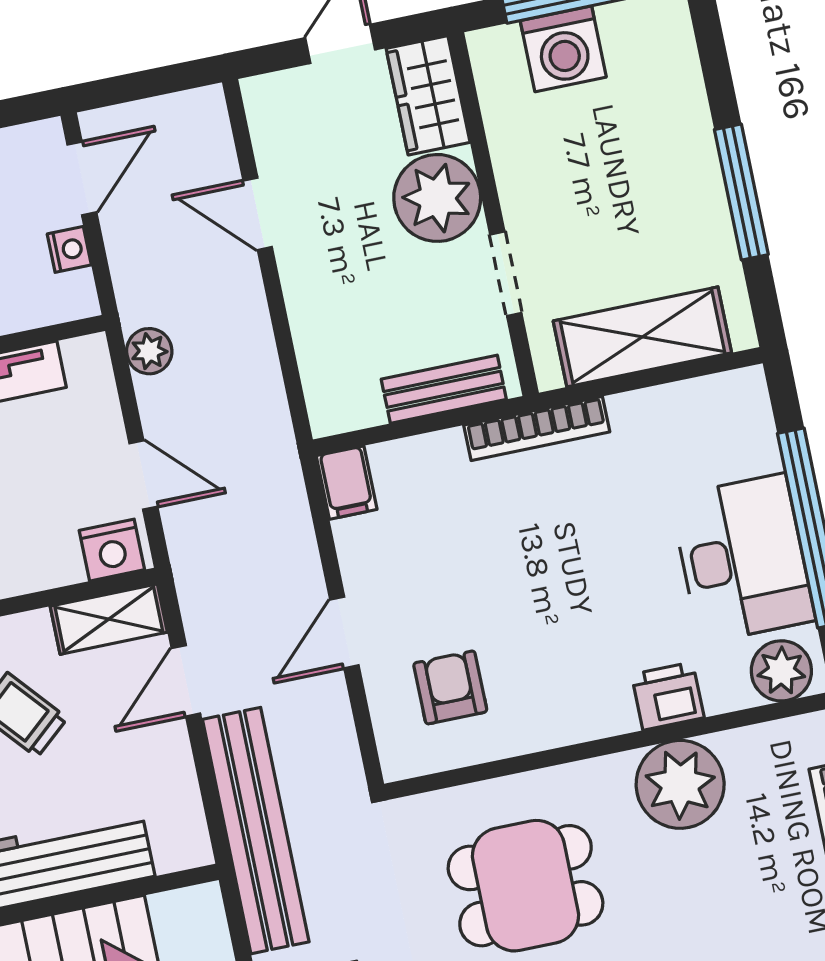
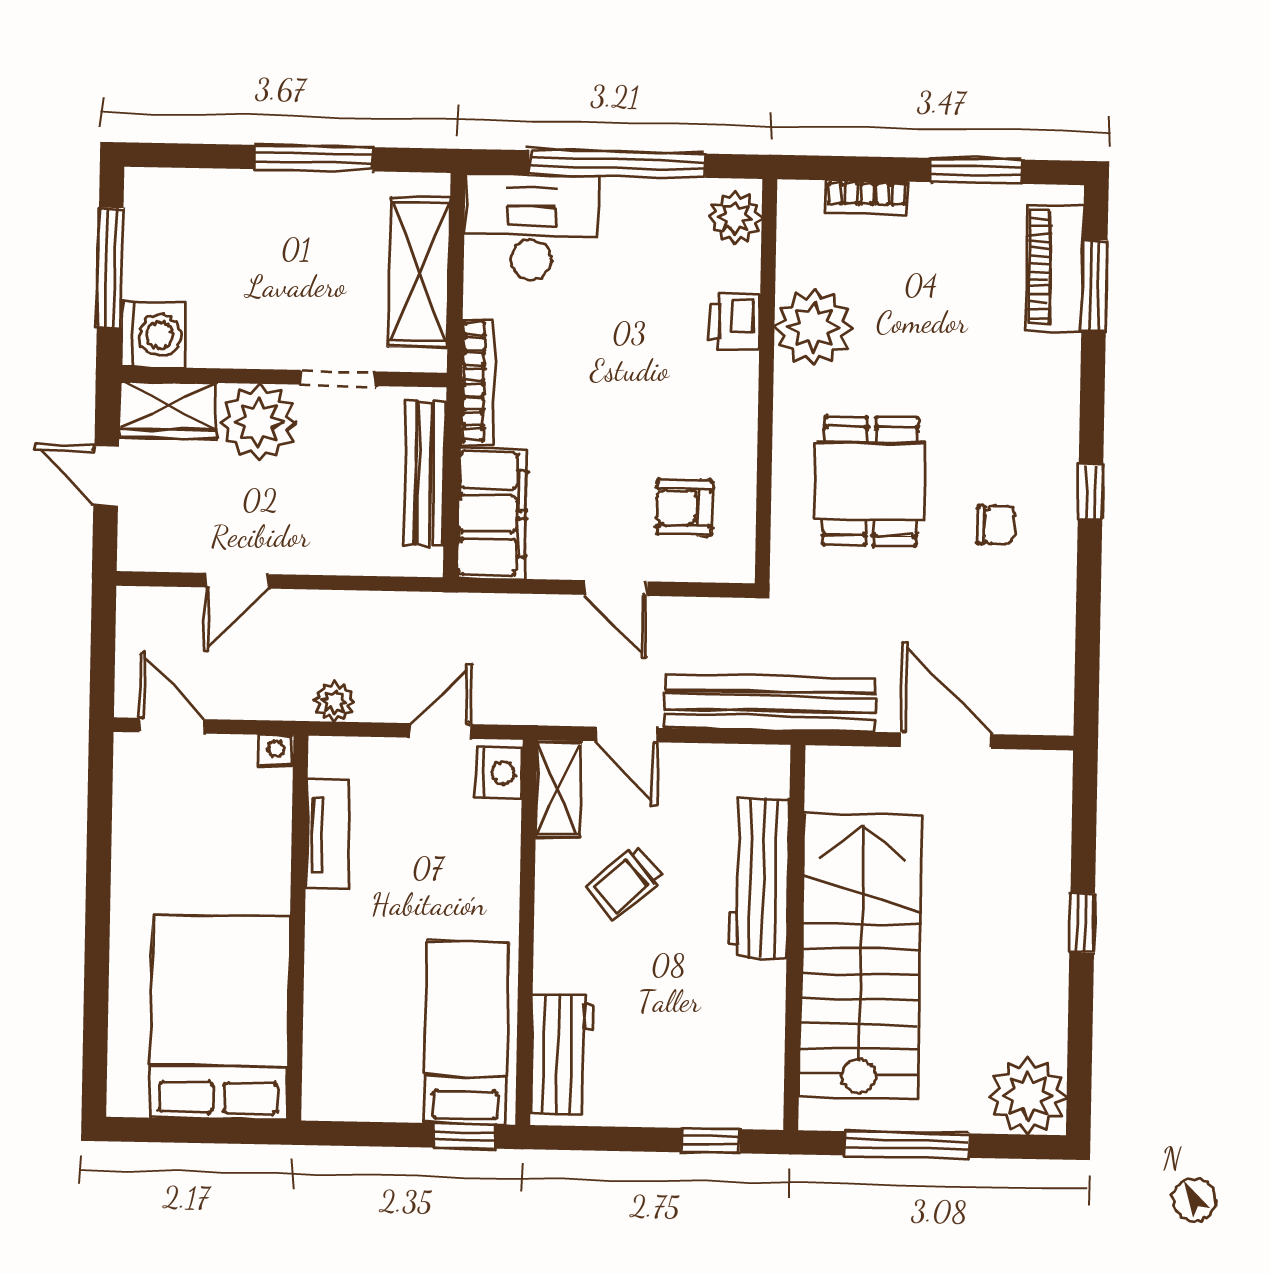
washing machine: (563, 49) -> (153, 335), moved
nightstand: (69, 249) -> (276, 752), moved
bench: (444, 389) -> (425, 473), width x1.36
filing cabinet: (347, 483) -> (492, 513), width x3.00, depth x1.17
desk: (743, 558) -> (531, 227), moved

